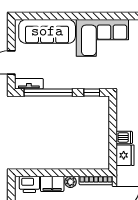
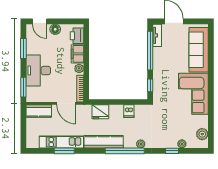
dishwasher: (124, 137) -> (129, 111), moved

